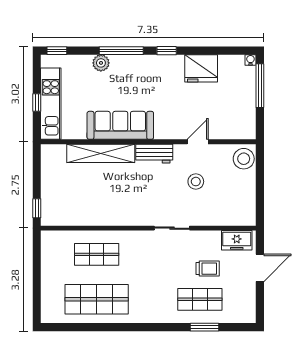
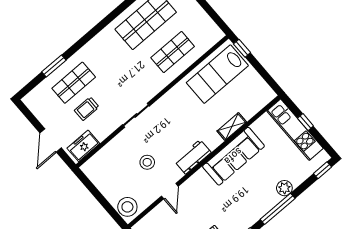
shelving: (101, 153) -> (232, 127), width x0.45, depth x0.75
lab bench: (75, 204) -> (217, 74), added

